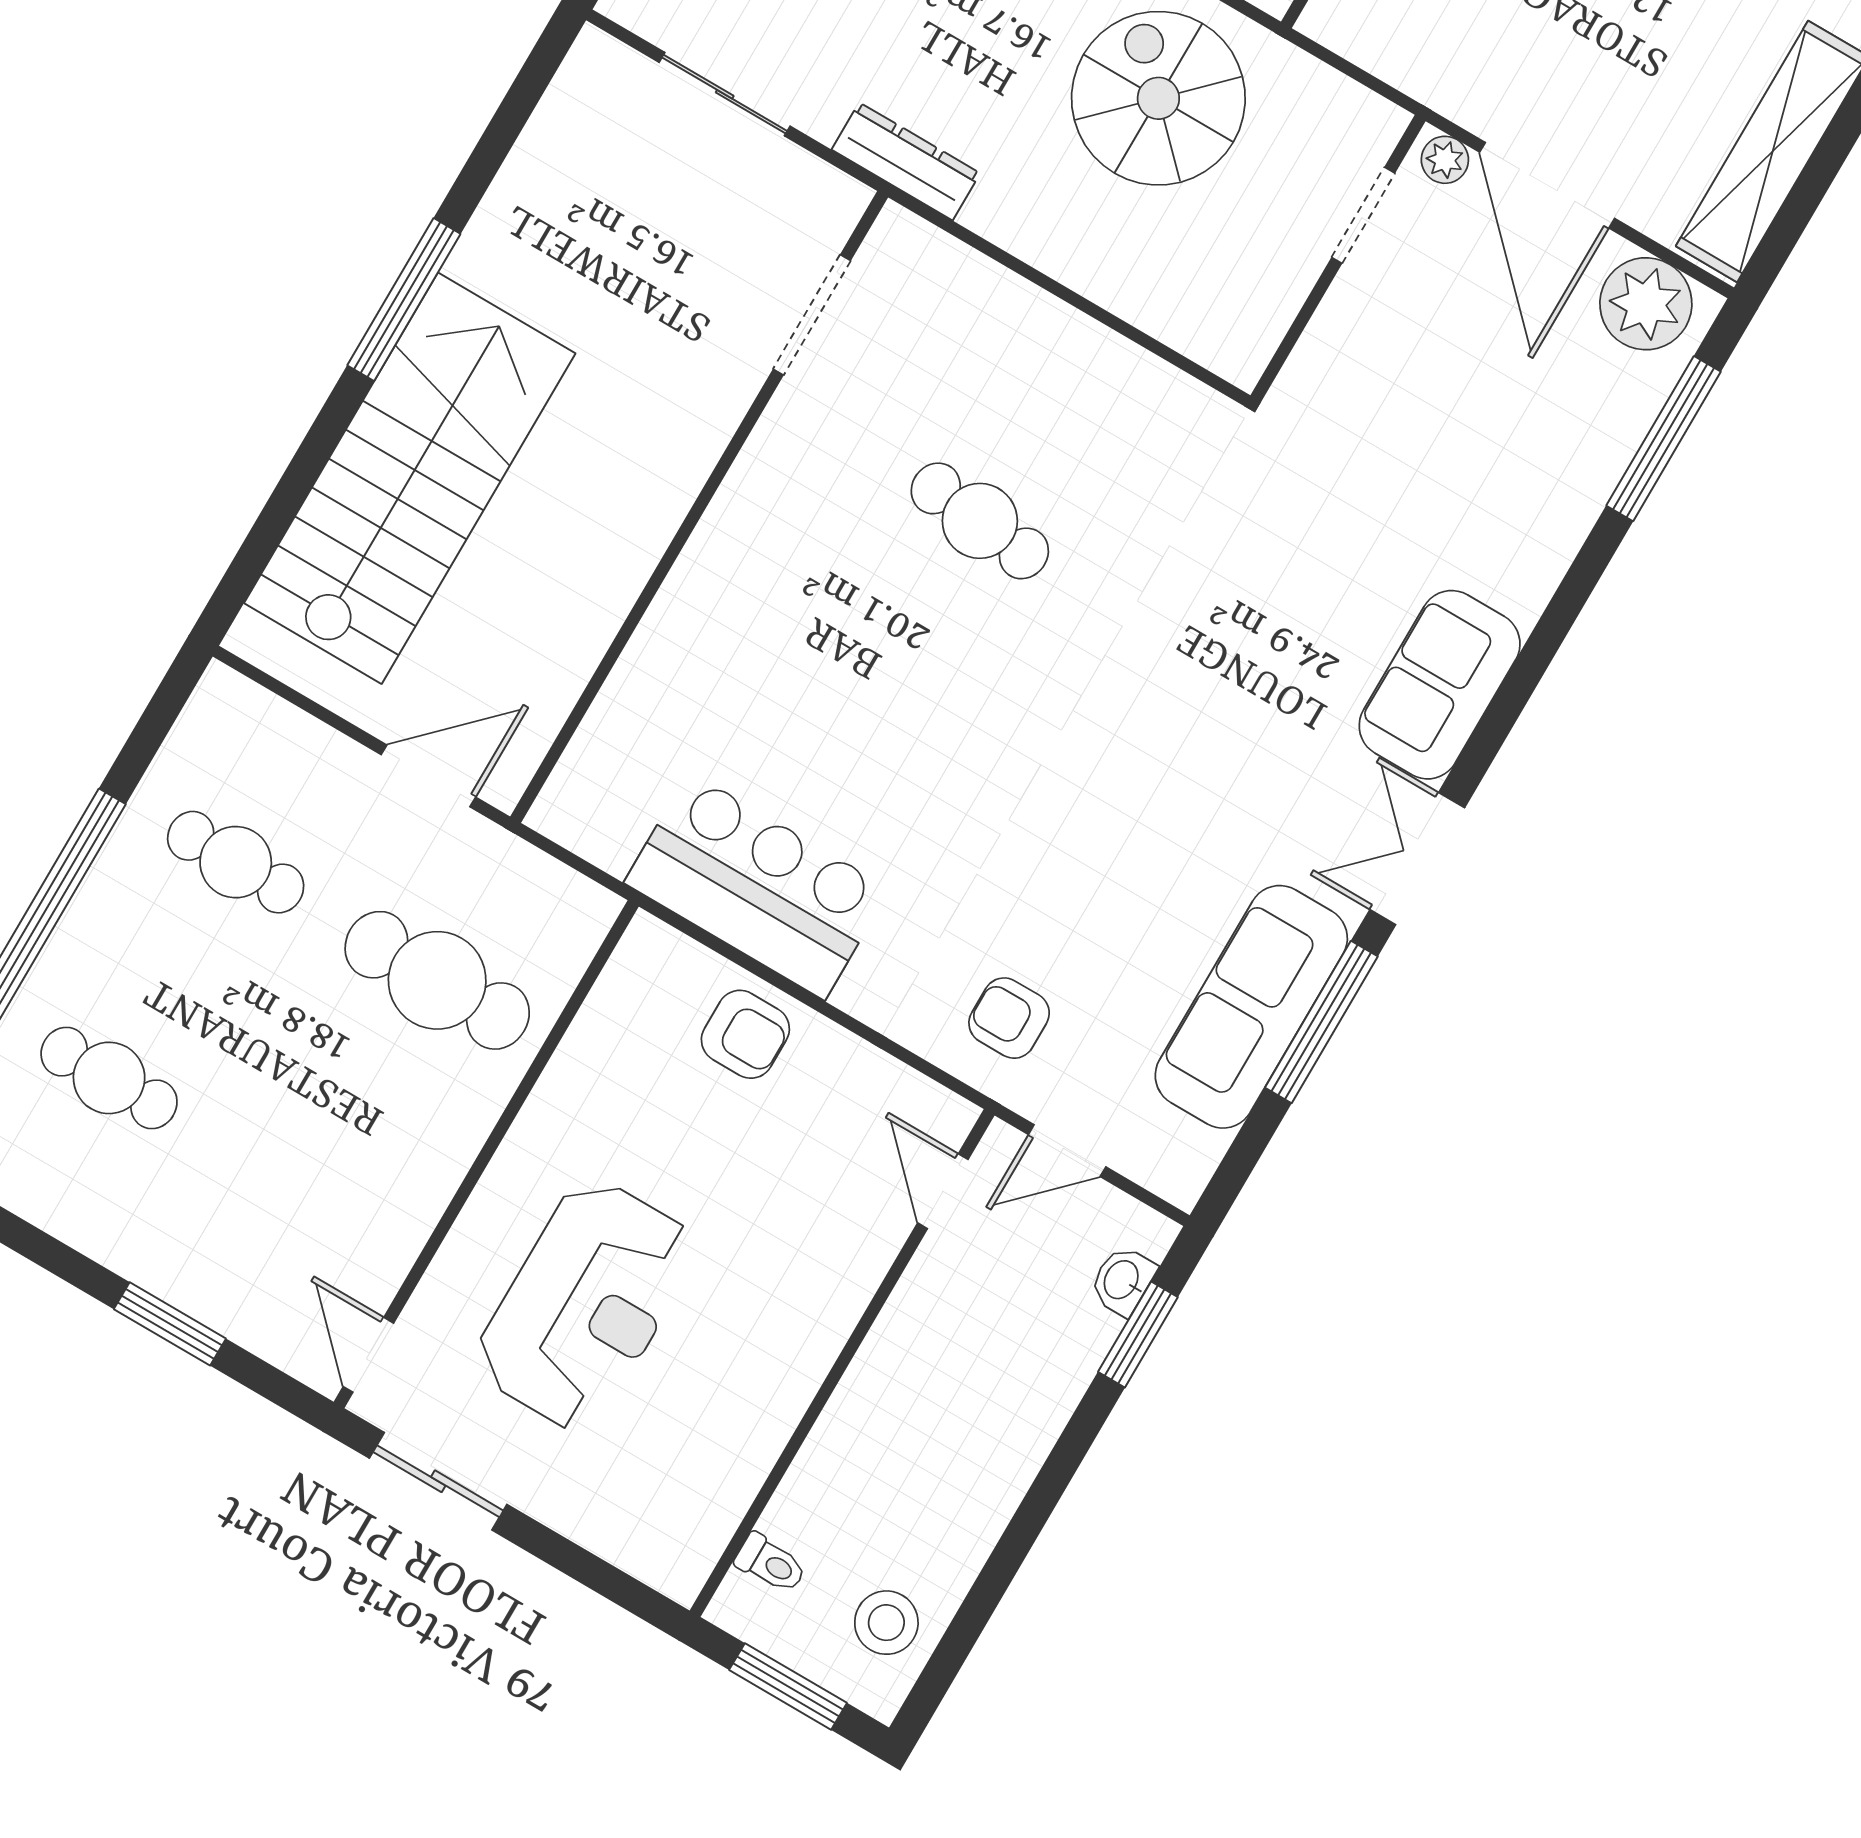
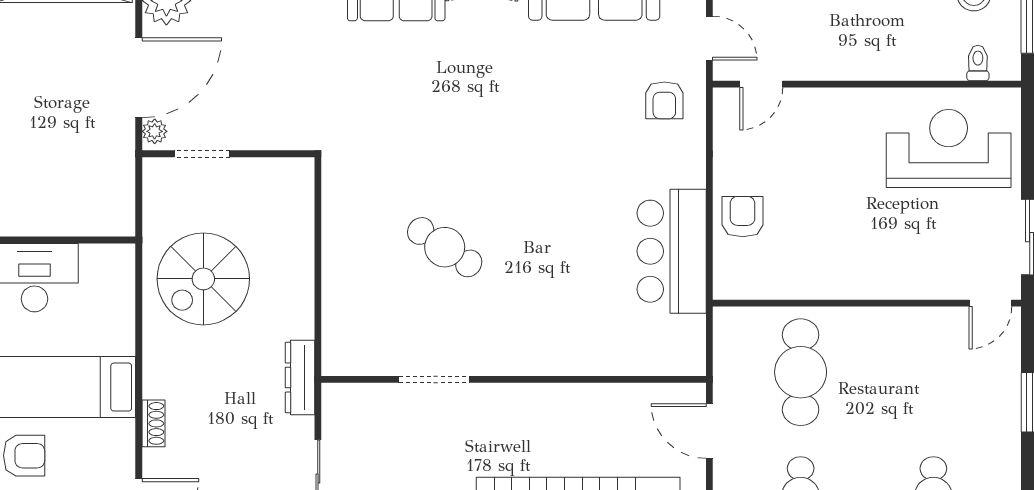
doorway: (812, 315) -> (434, 379), moved
cafe table: (980, 521) -> (445, 247), turned -62
reception desk: (586, 1305) -> (949, 148), moved

